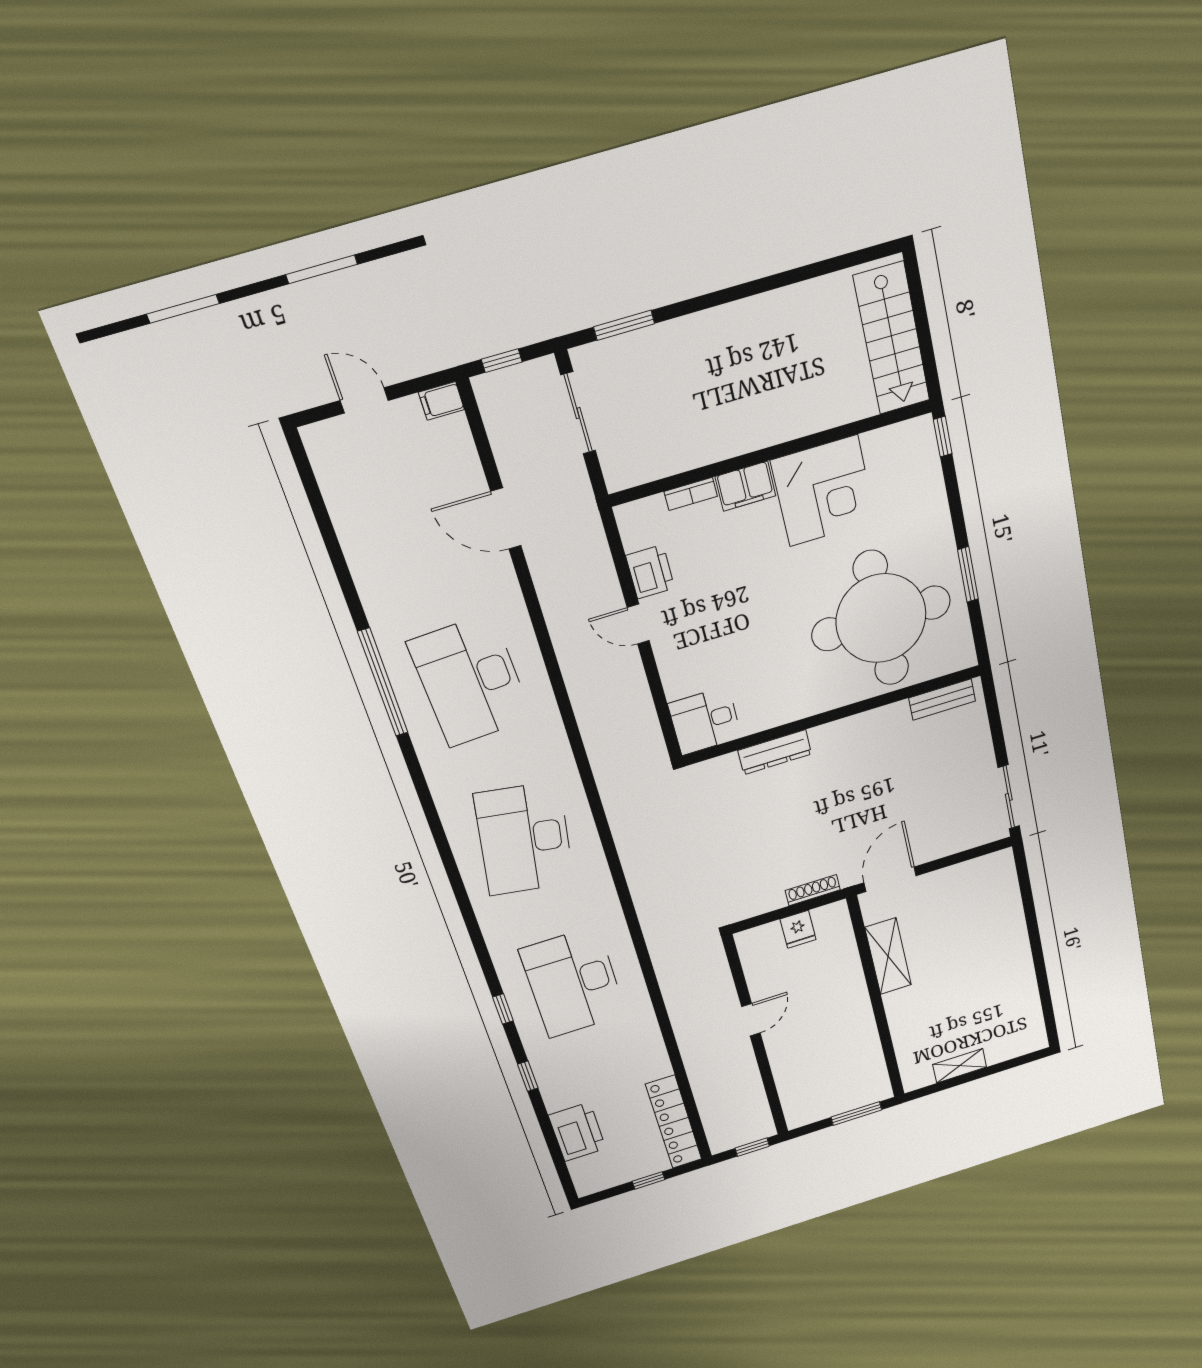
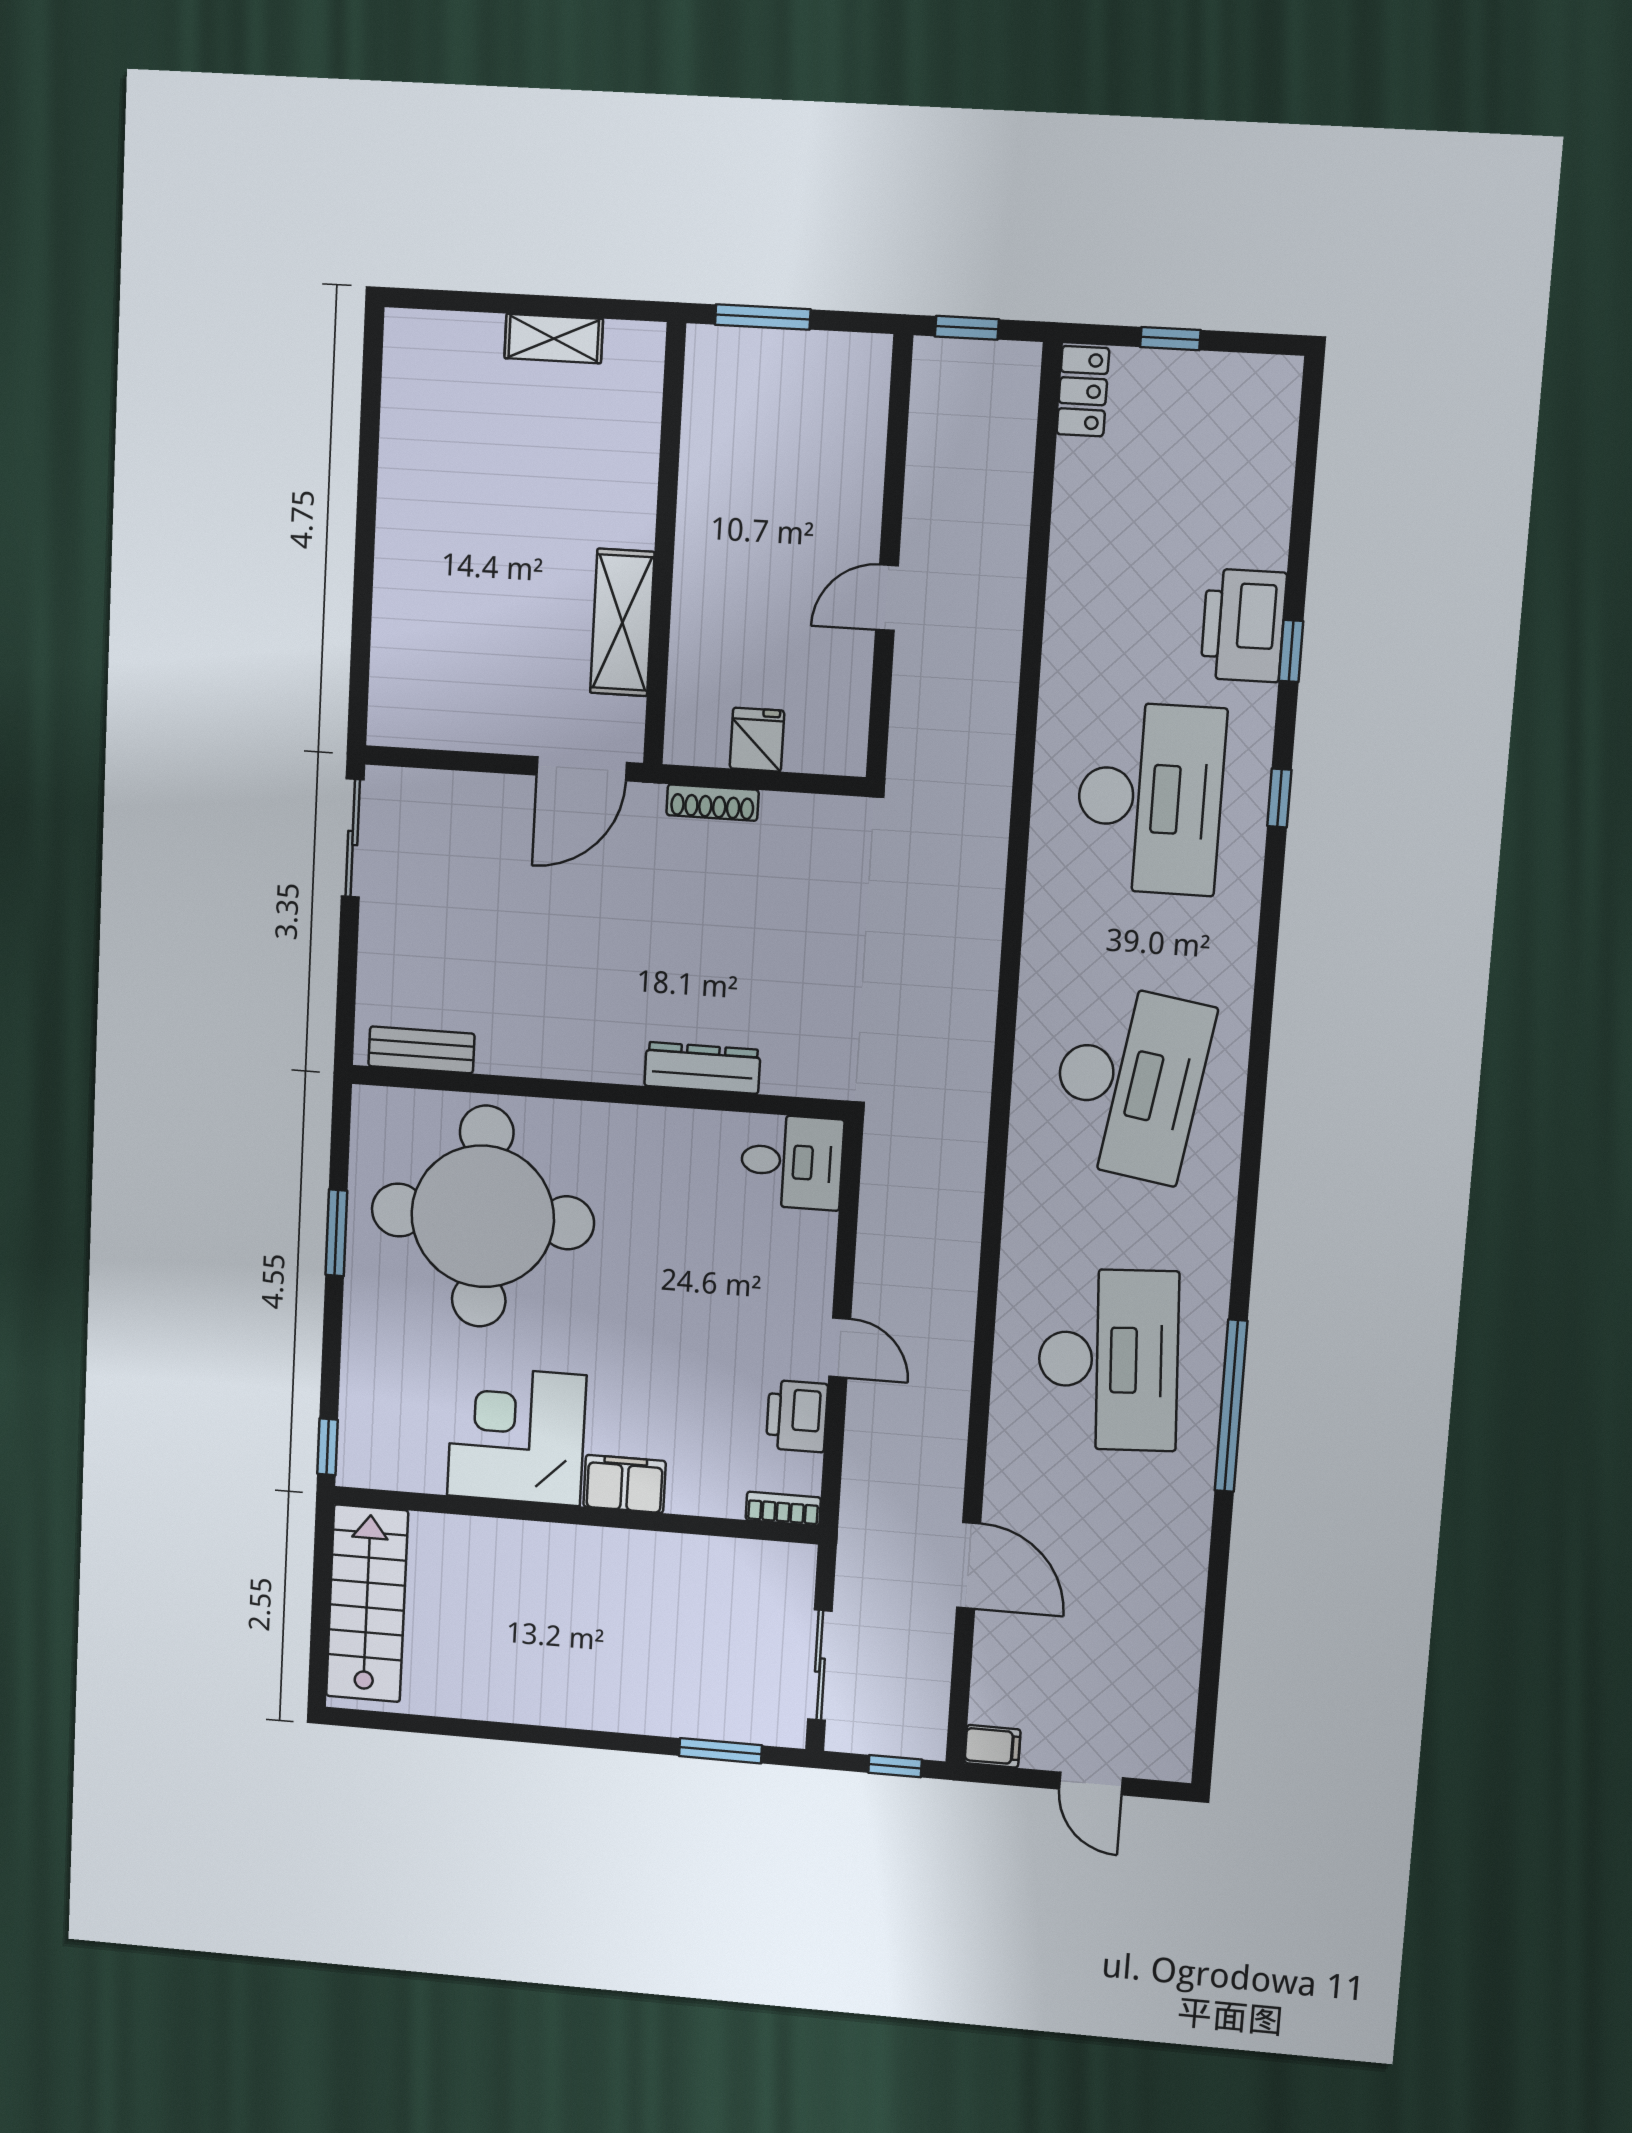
bookcase: (691, 494) -> (783, 1509), moved
locker: (674, 1122) -> (1083, 391), width x0.46, depth x0.83
printer: (577, 1132) -> (1243, 625), moved

